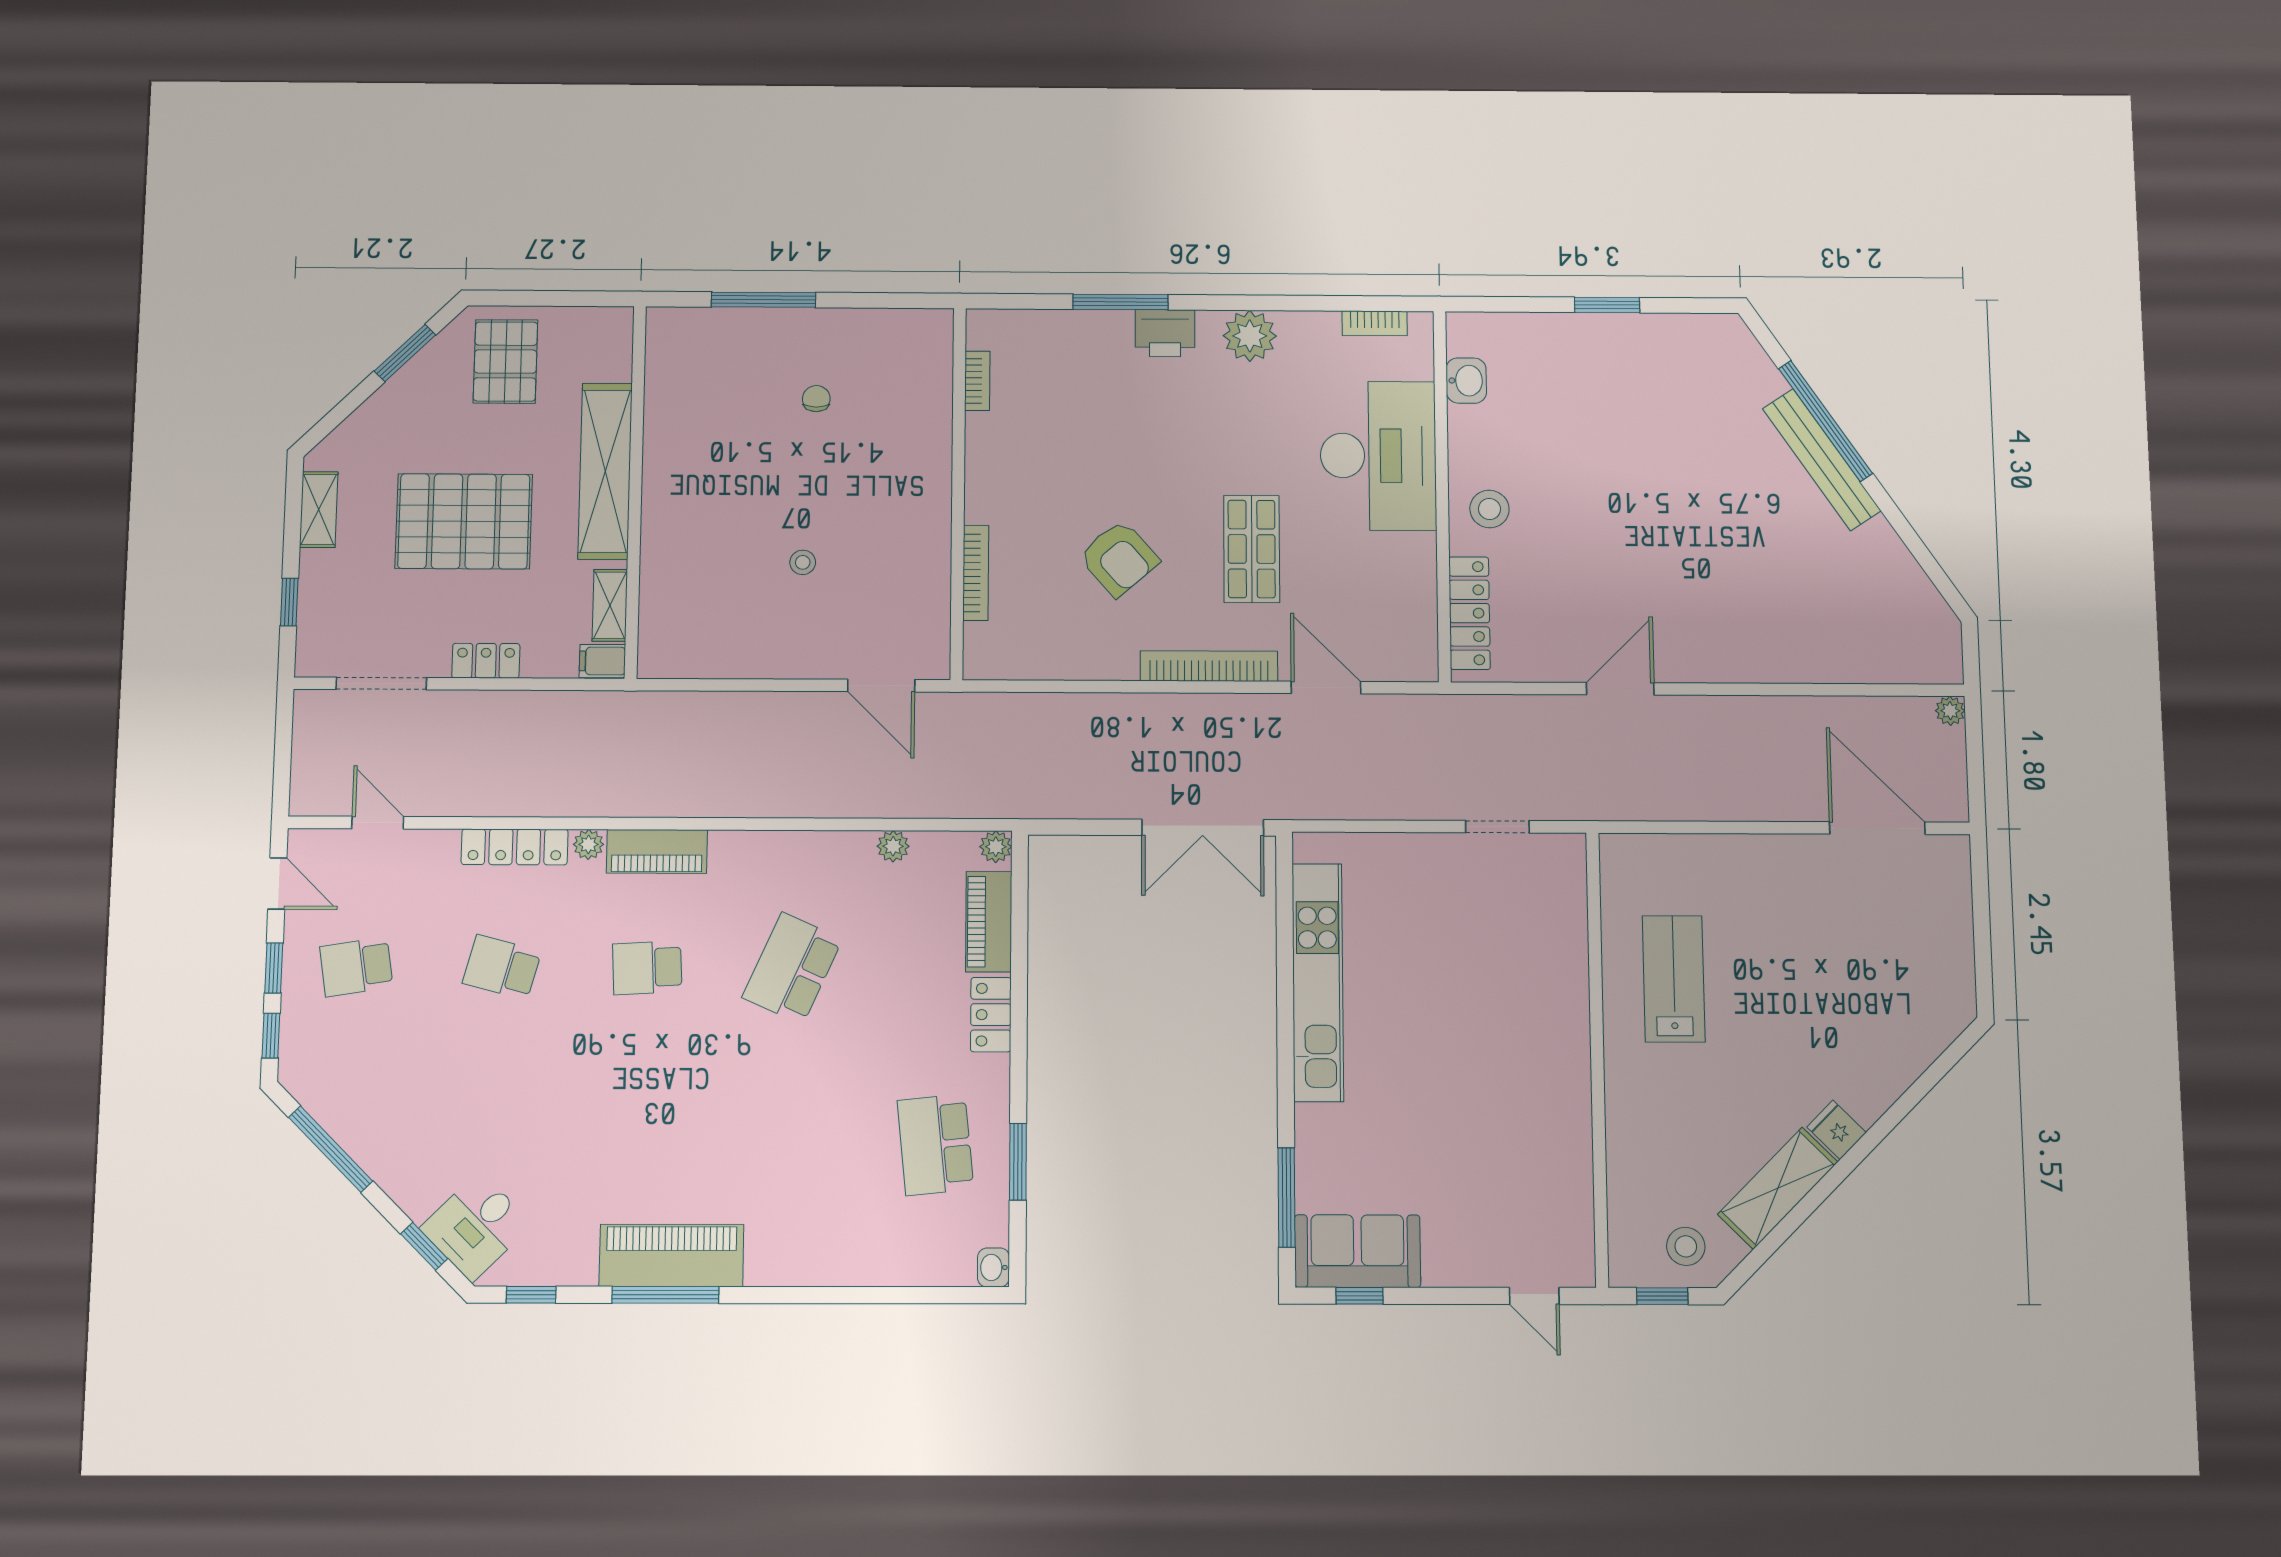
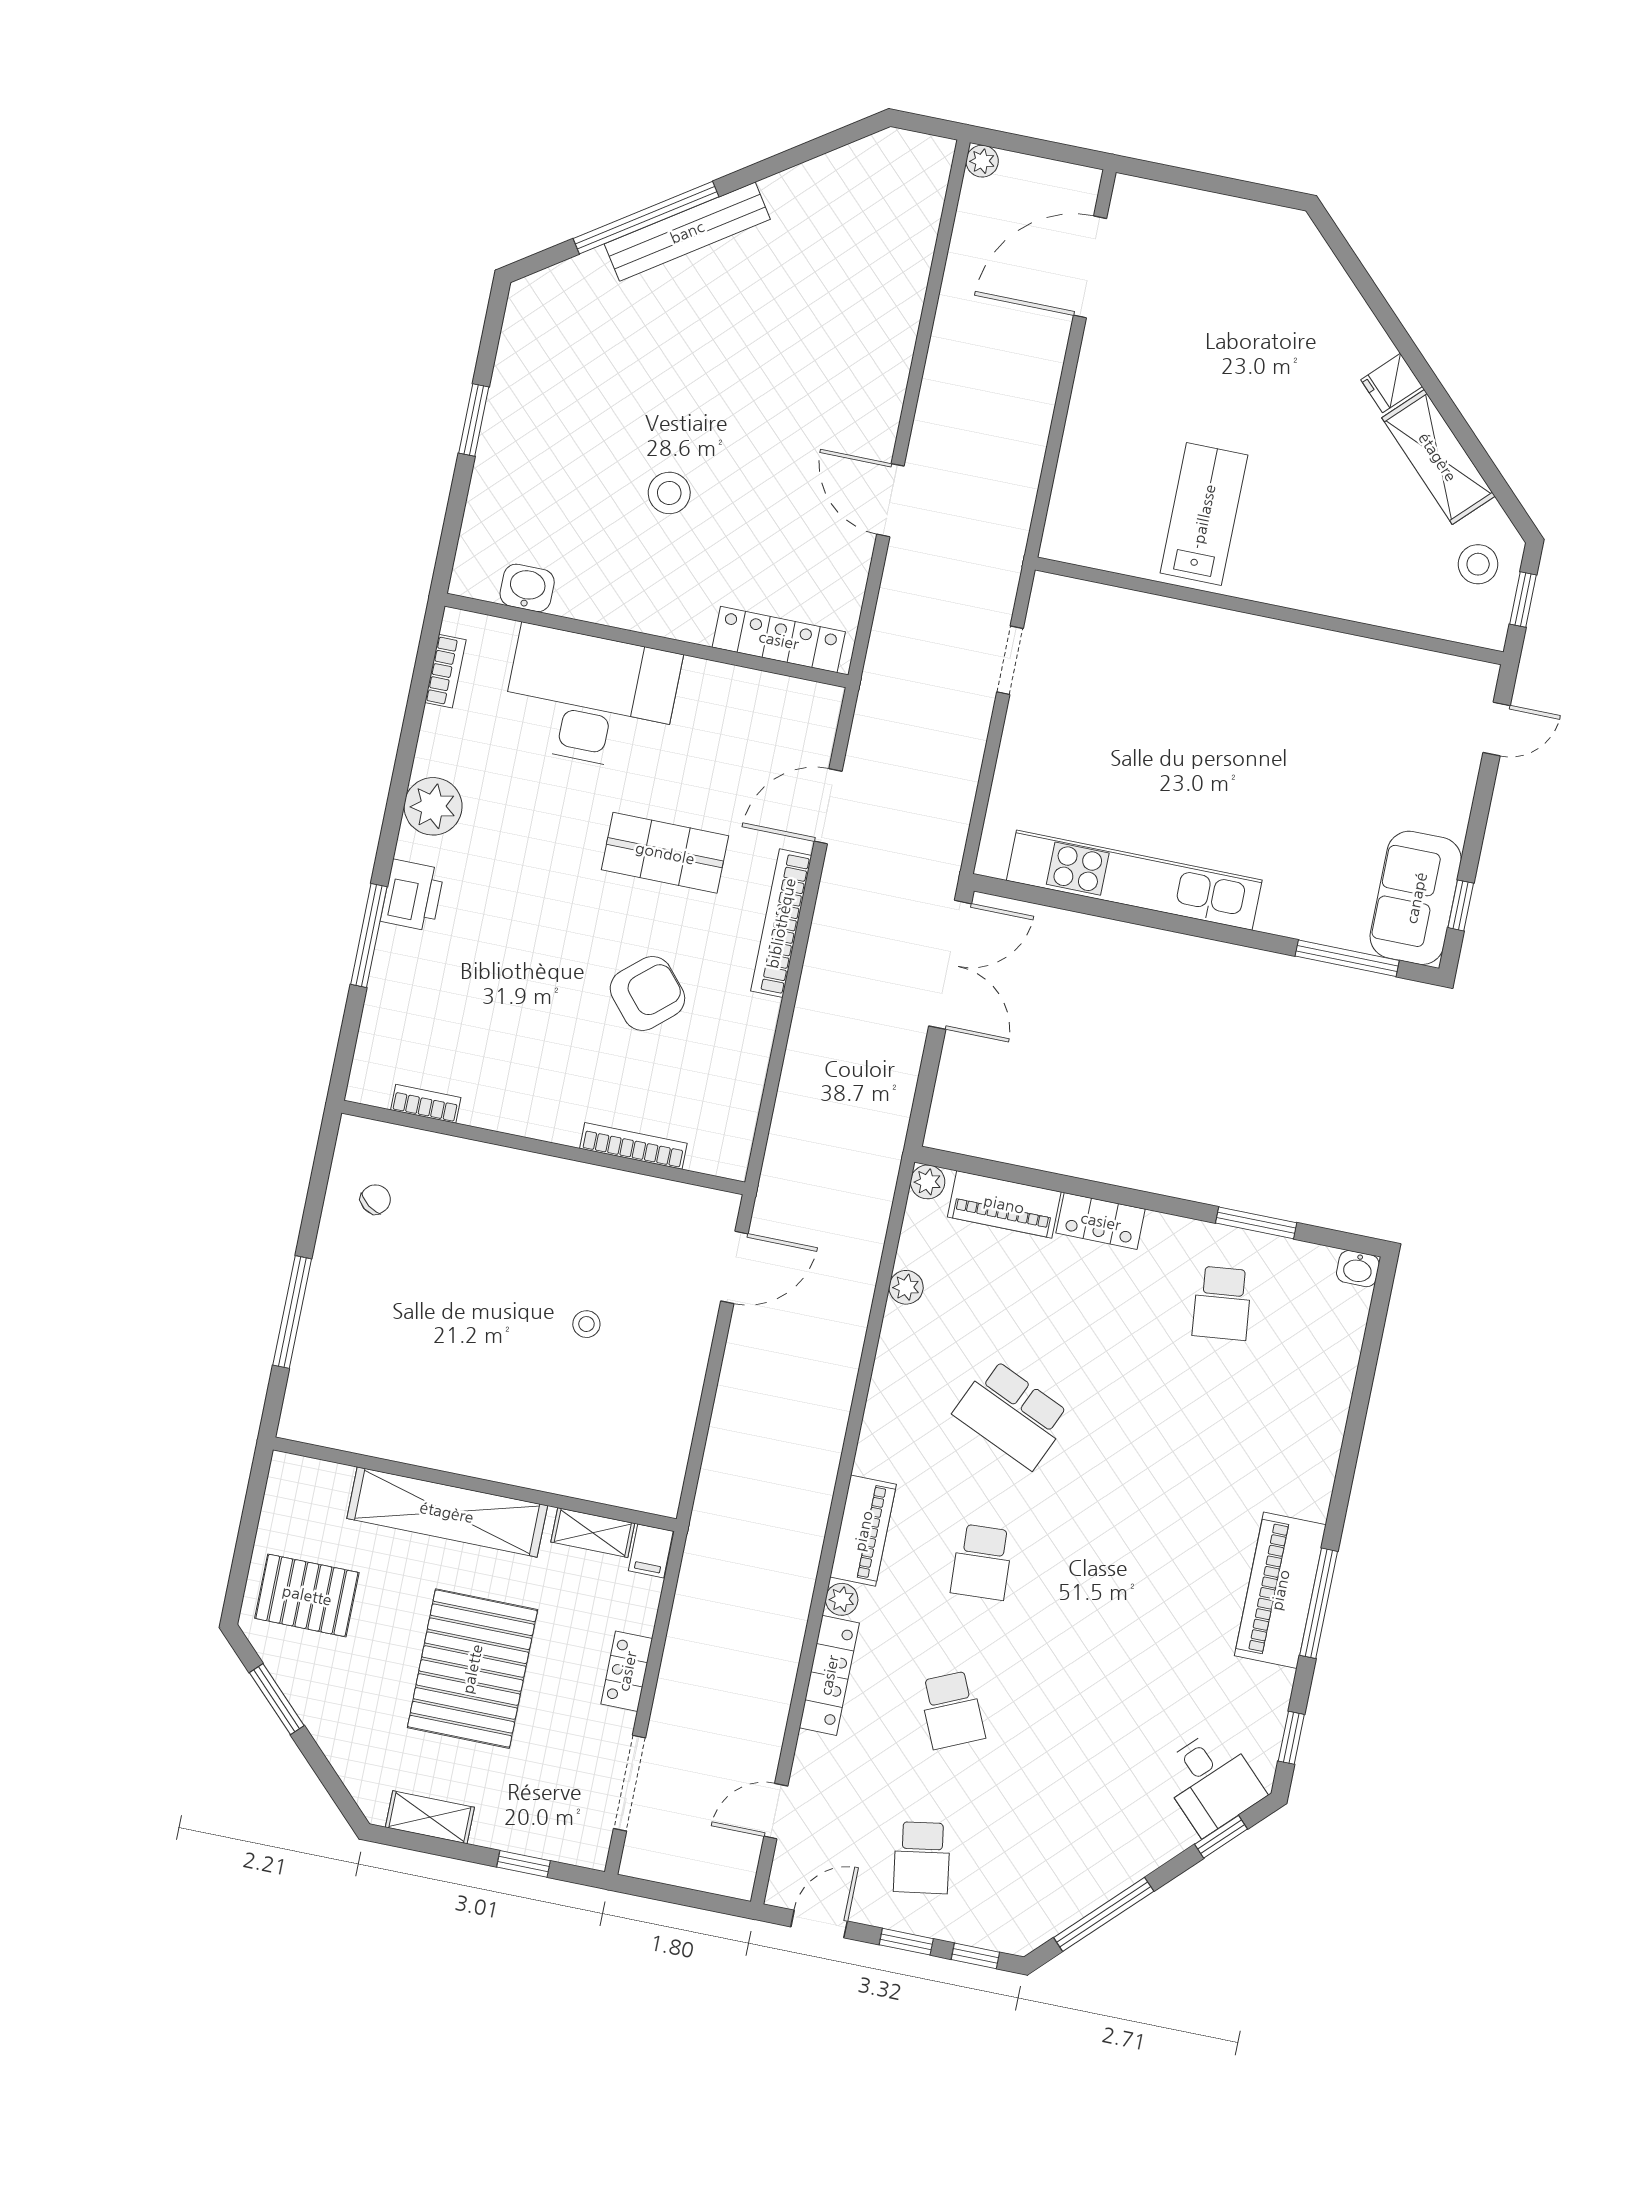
chair: (816, 399) -> (375, 1199), moved, turned 127
stool: (1489, 509) -> (669, 493), moved
school desk: (502, 967) -> (952, 1710), turned -39
lab bench: (1674, 979) -> (1204, 514), turned 90
school desk: (935, 1145) -> (1222, 1303), width x0.54

